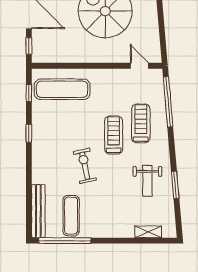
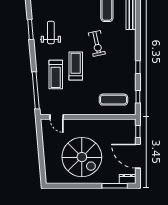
exercise mat: (62, 89) -> (113, 100), width x0.73, depth x0.69
treadmill: (114, 135) -> (76, 66), turned 180

